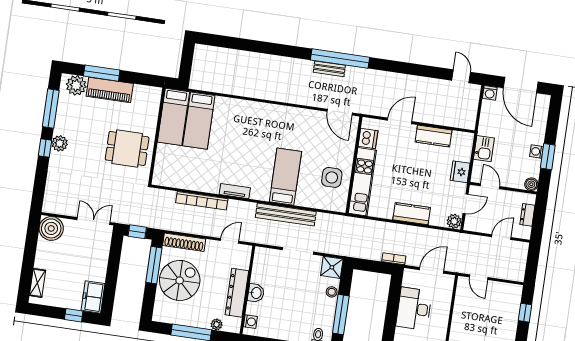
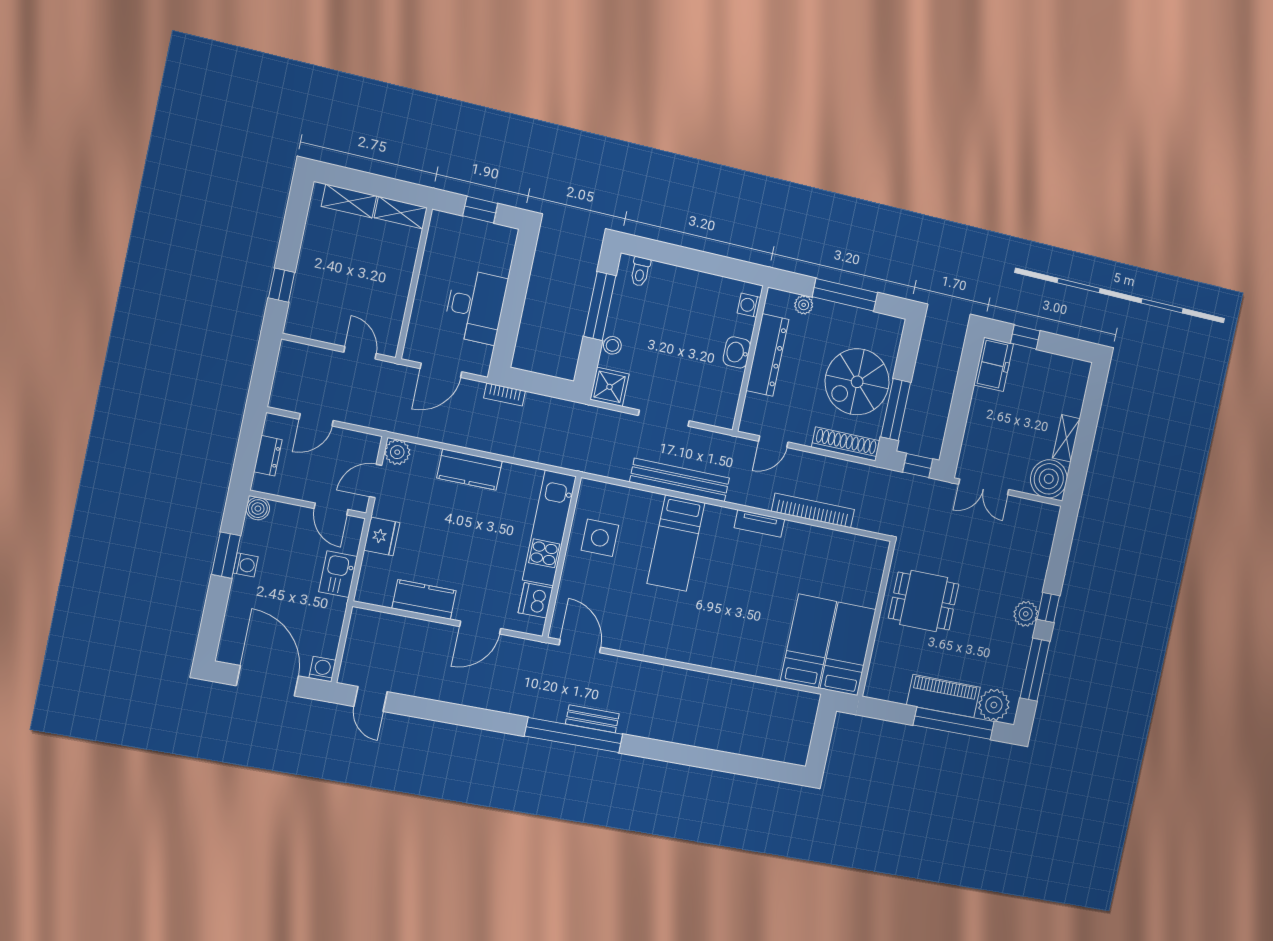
window: (102, 73) -> (954, 723), width x1.46
shelving: (37, 283) -> (1066, 438), moved

